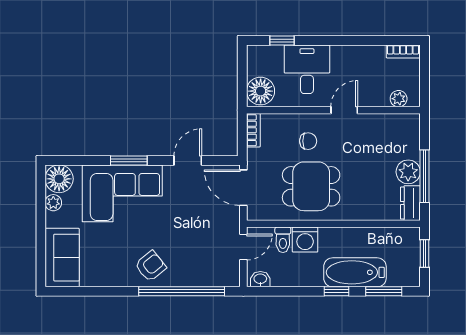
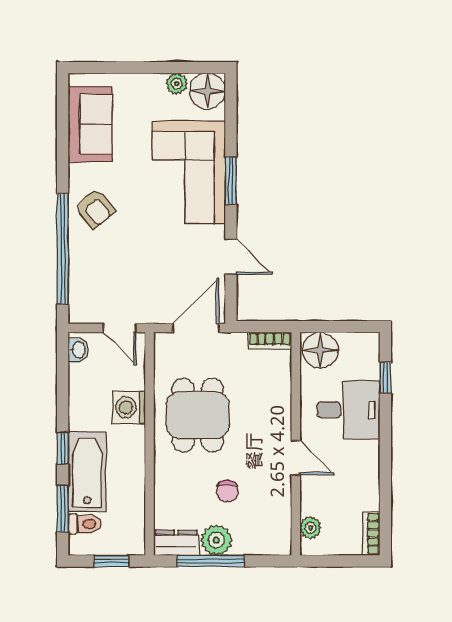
chair: (308, 141) -> (227, 491), moved
toilet: (283, 240) -> (85, 524), moved, turned 180
sofa: (62, 258) -> (90, 124), moved, turned -90

